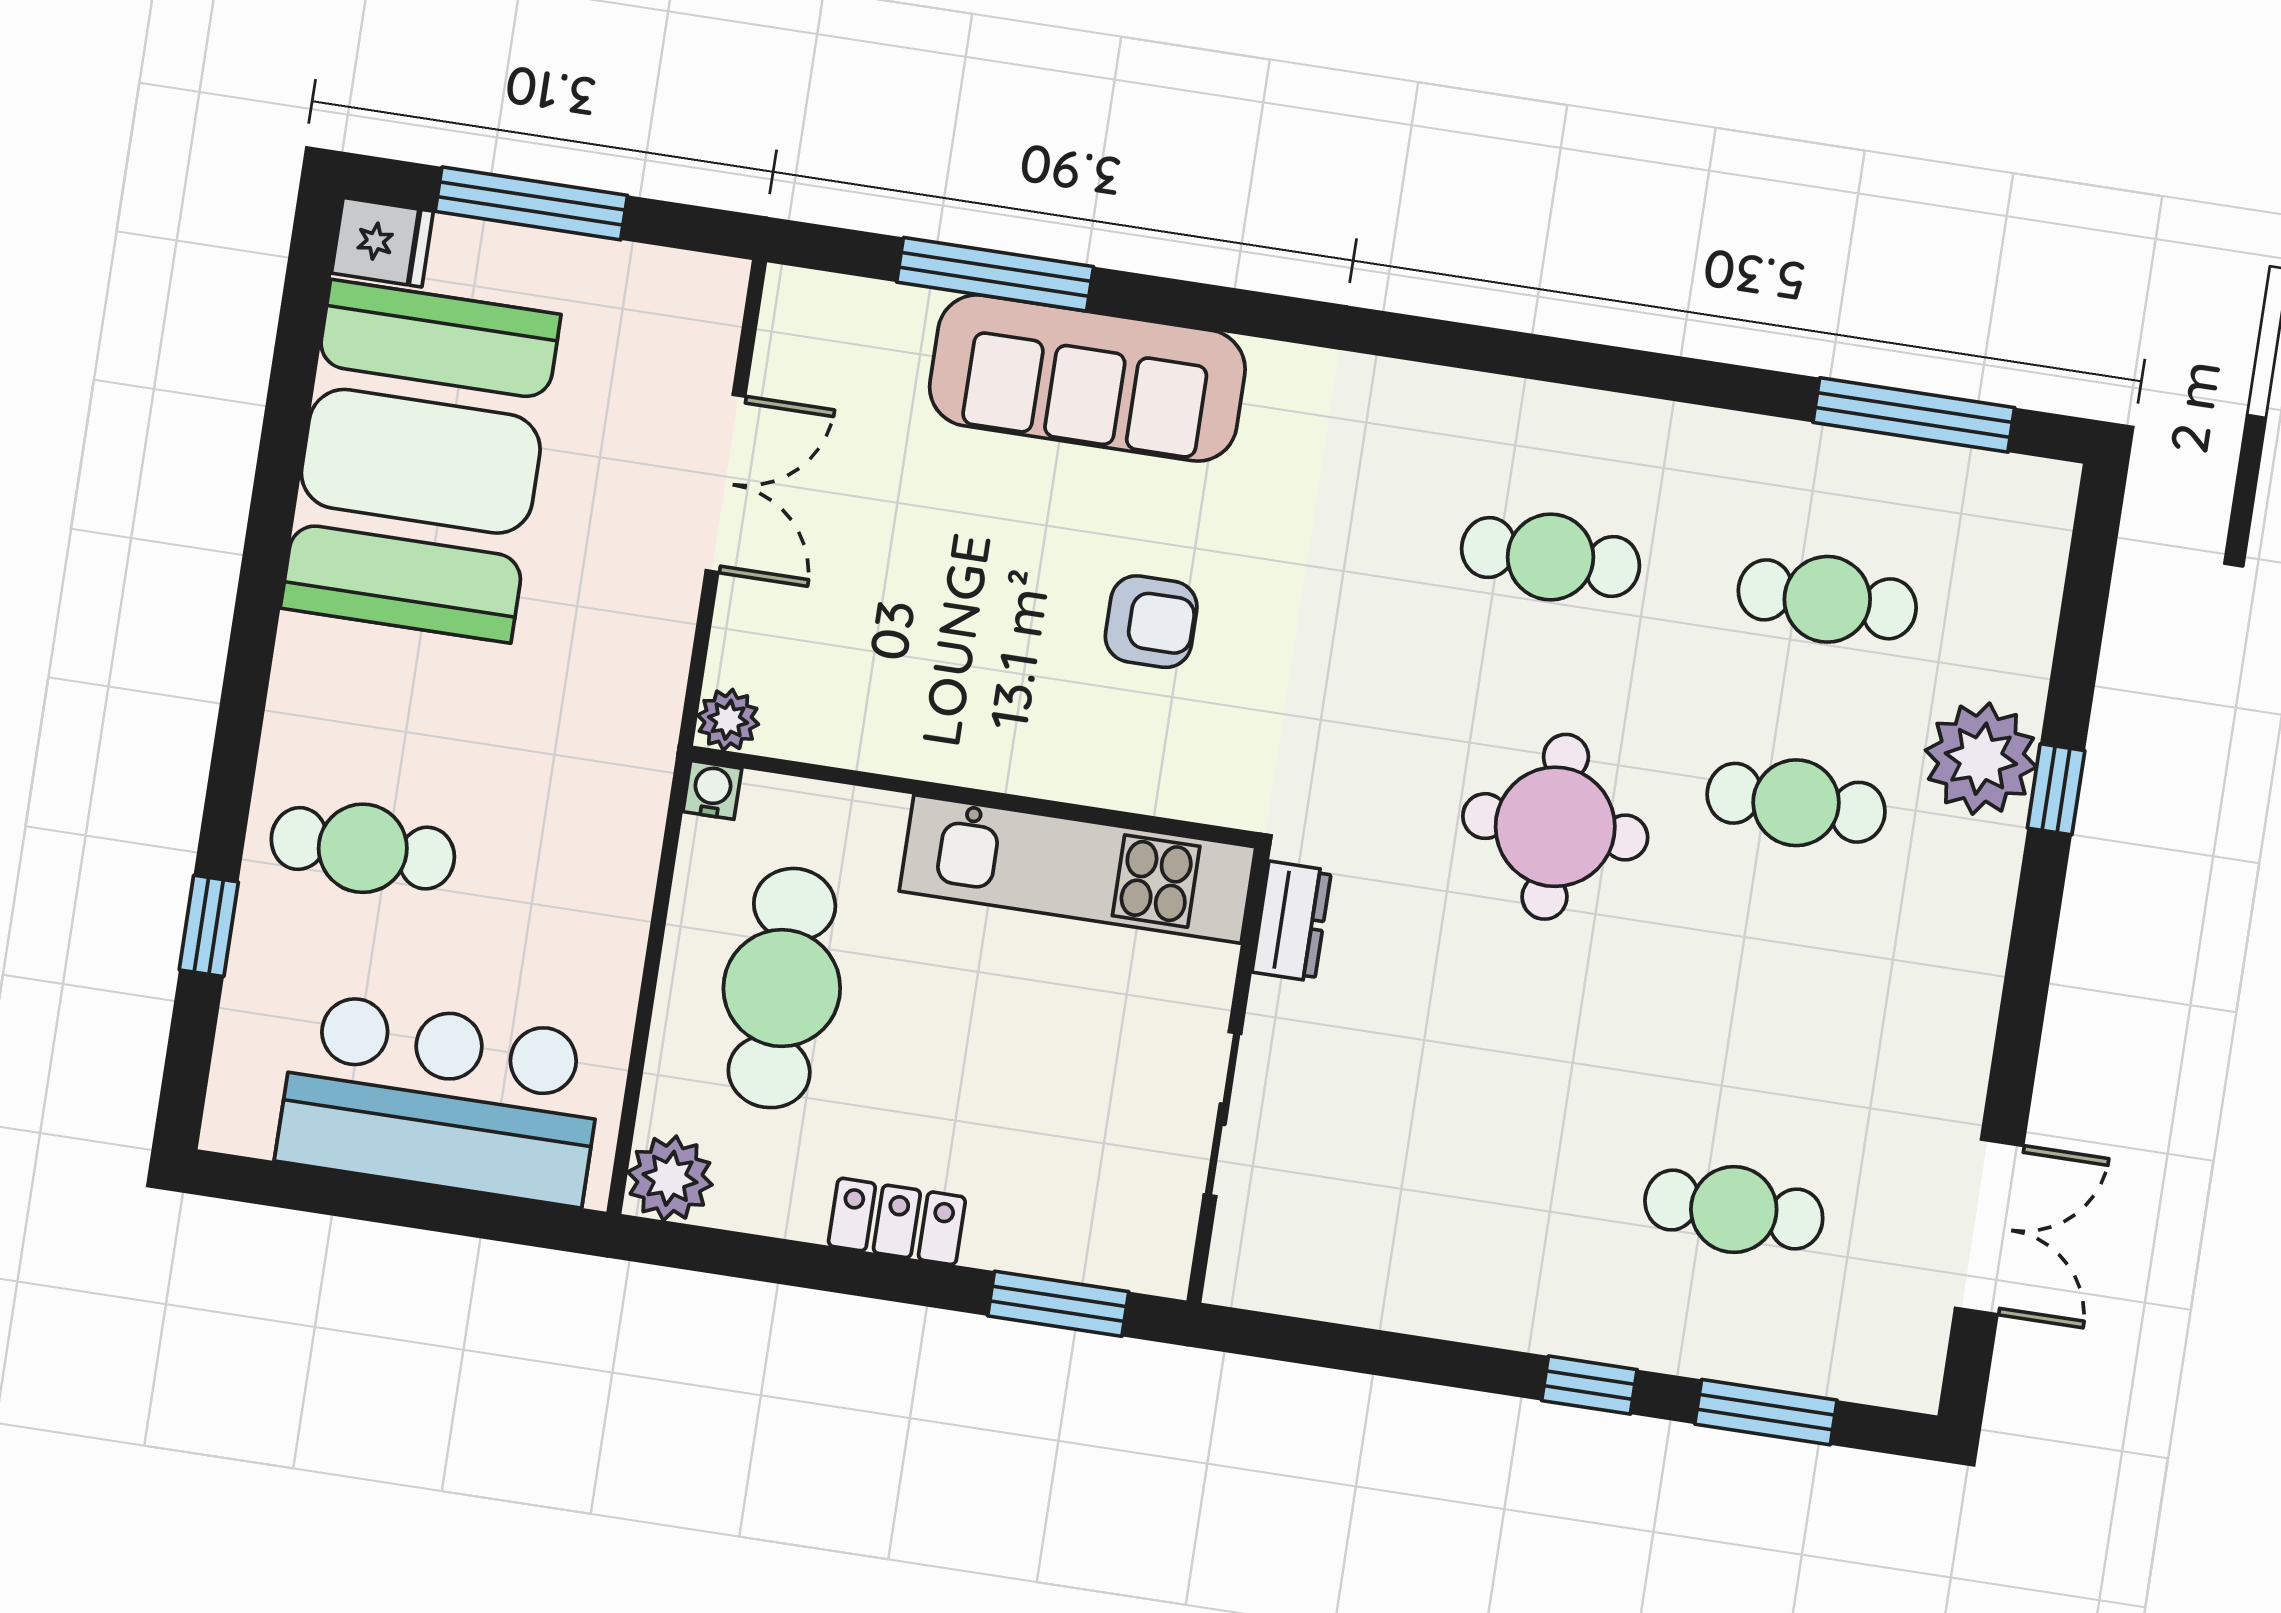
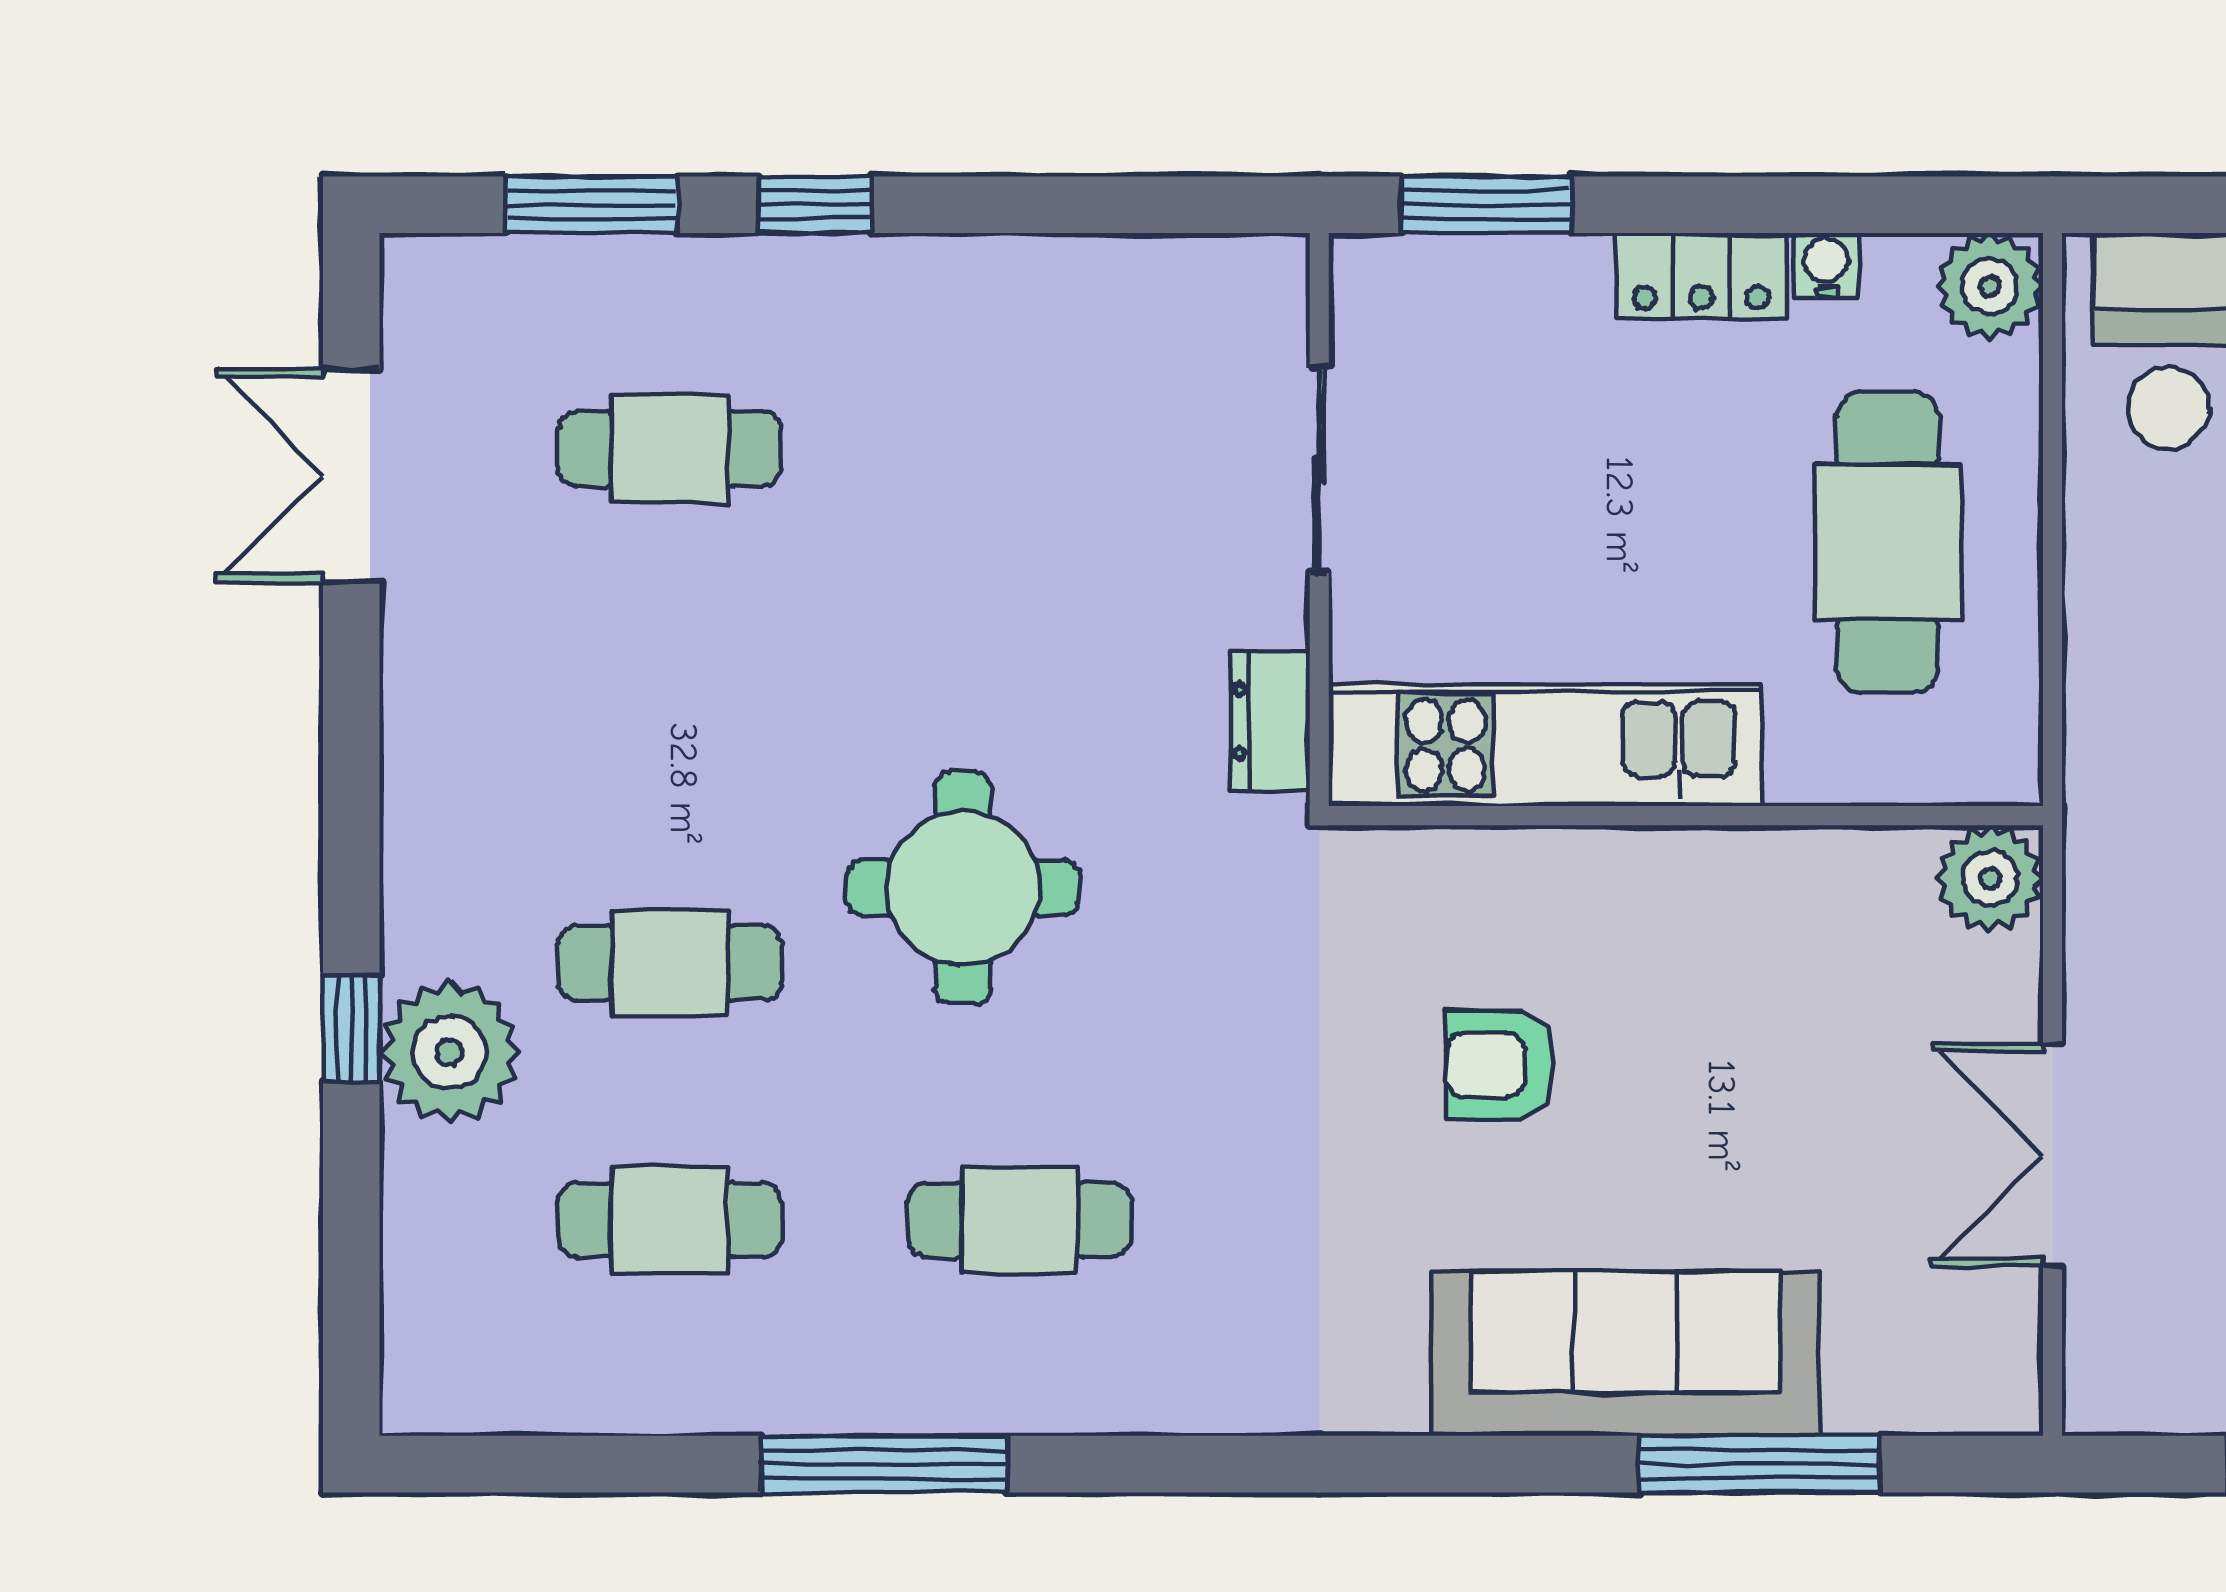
window: (1914, 415) -> (884, 1464), moved
plant: (728, 720) -> (1990, 878), width x1.38, depth x1.38
water cooler: (712, 790) -> (1826, 265), moved, turned 180

